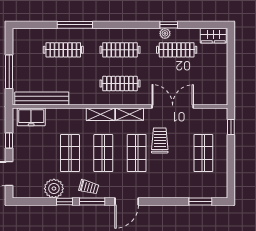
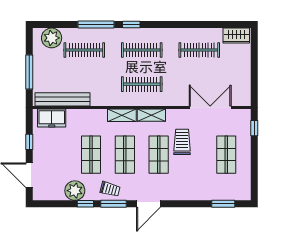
window: (169, 25) -> (131, 25), moved
plant: (165, 33) -> (52, 38), moved, width x1.87, depth x1.87
double door: (173, 107) -> (210, 107), moved

